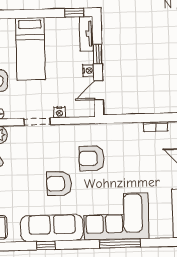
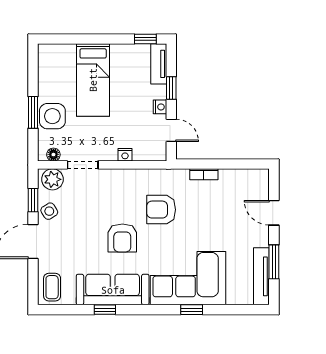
door: (98, 90) -> (171, 130), swing flipped
doorway: (37, 122) -> (83, 165), moved
bookcase: (156, 126) -> (204, 174), moved
armchair: (59, 184) -> (122, 238), turned -90
window: (120, 243) -> (192, 310), width x0.46

